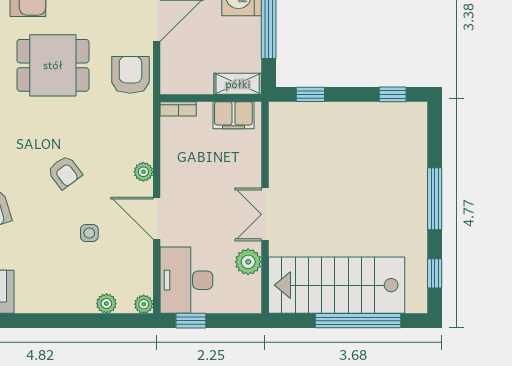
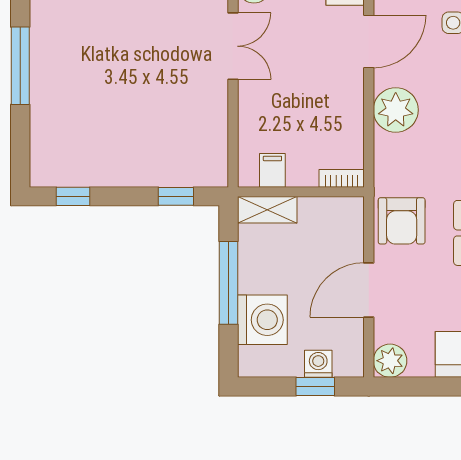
filing cabinet: (233, 115) -> (272, 170), width x0.50
plant: (143, 172) -> (396, 110), width x1.88, depth x1.88
door: (157, 218) -> (369, 41), hinge flipped

